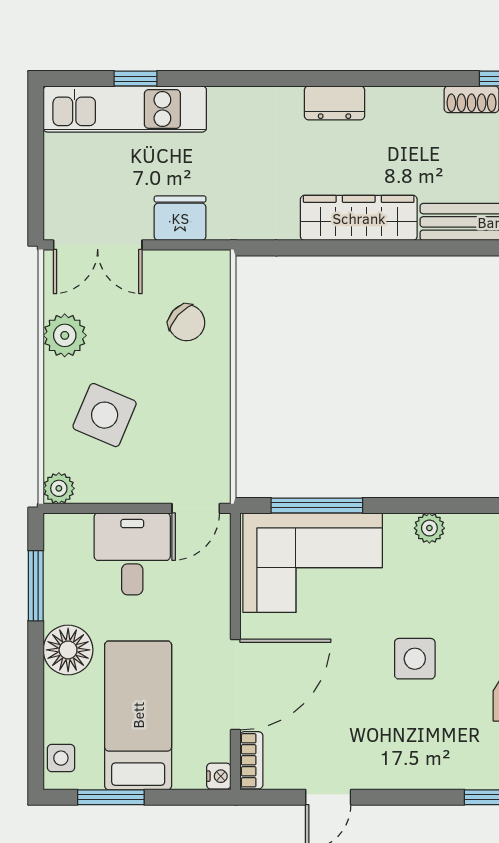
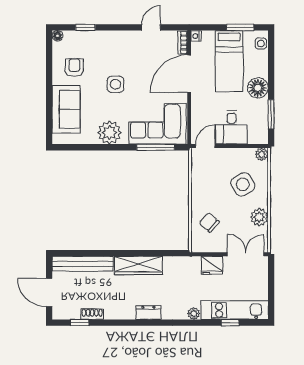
plant: (224, 101) -> (194, 313), added
side table: (105, 415) -> (243, 184), turned 36
plant: (429, 528) -> (109, 133), width x1.87, depth x1.87

